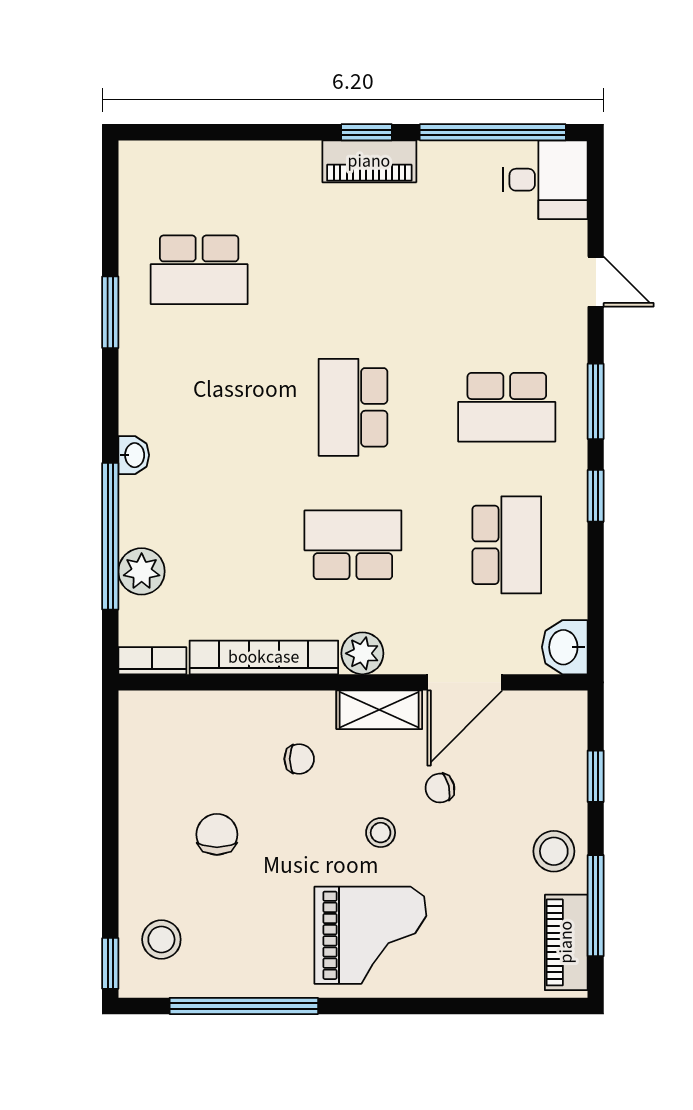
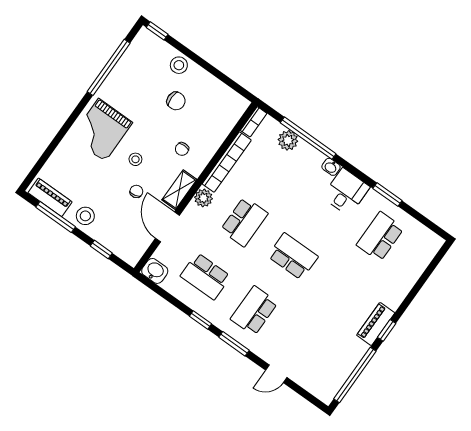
desk: (545, 180) -> (346, 192), moved, turned 180
stool: (161, 939) -> (179, 65), moved

